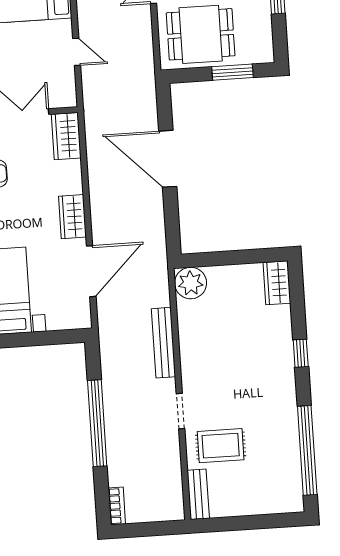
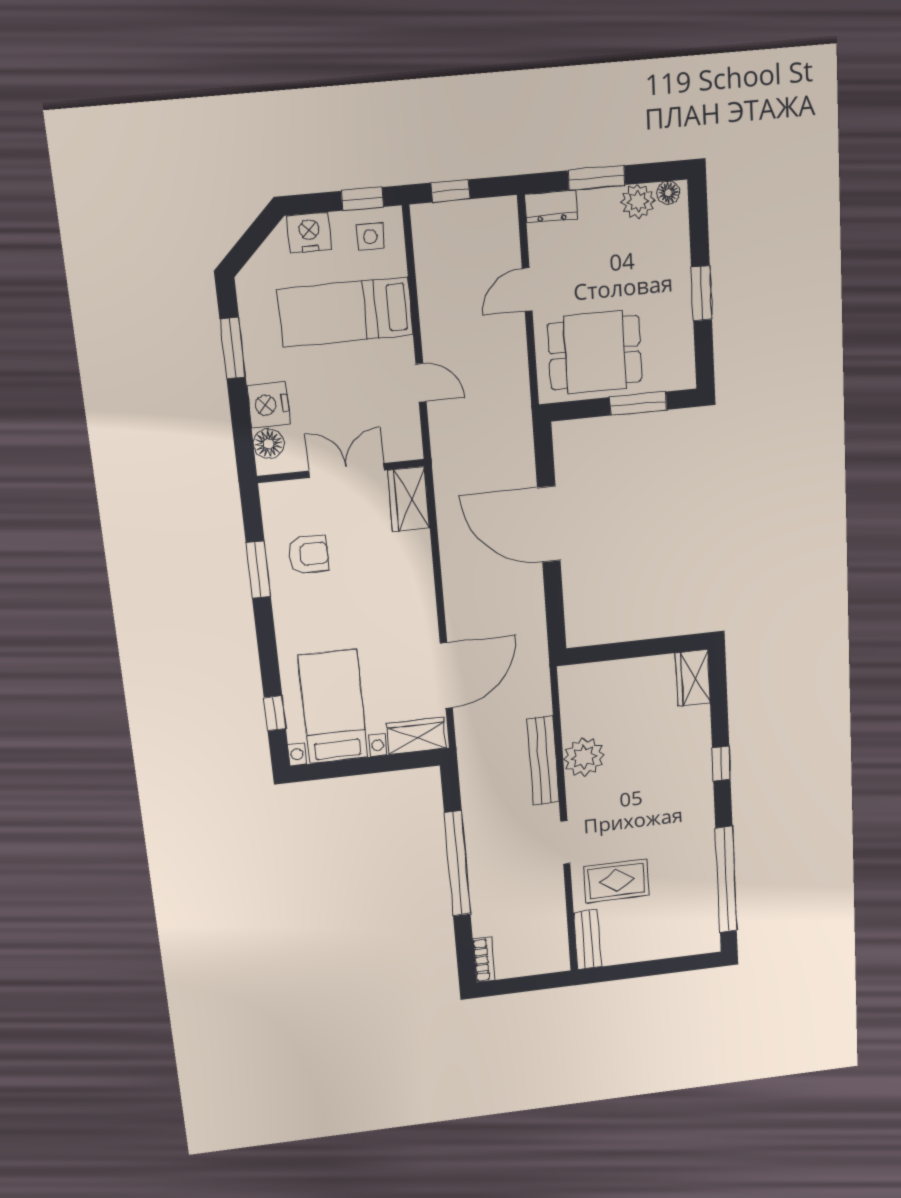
wardrobe: (72, 217) -> (416, 736), moved, turned 90
plant: (191, 283) -> (584, 757), moved

